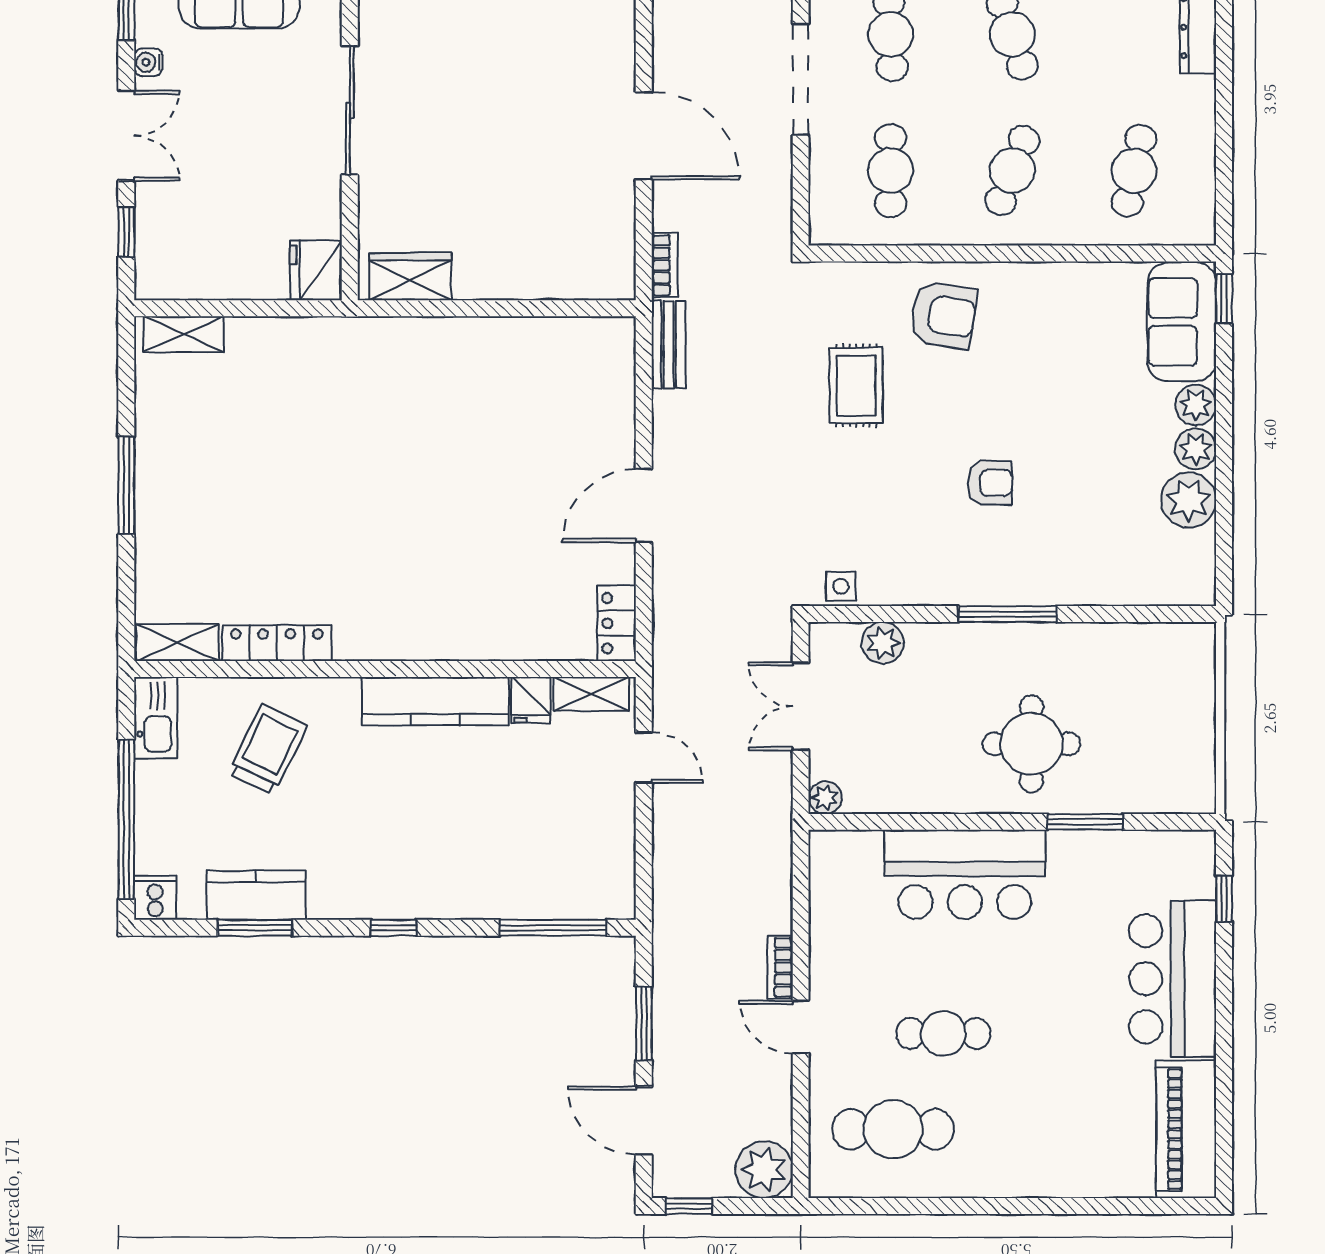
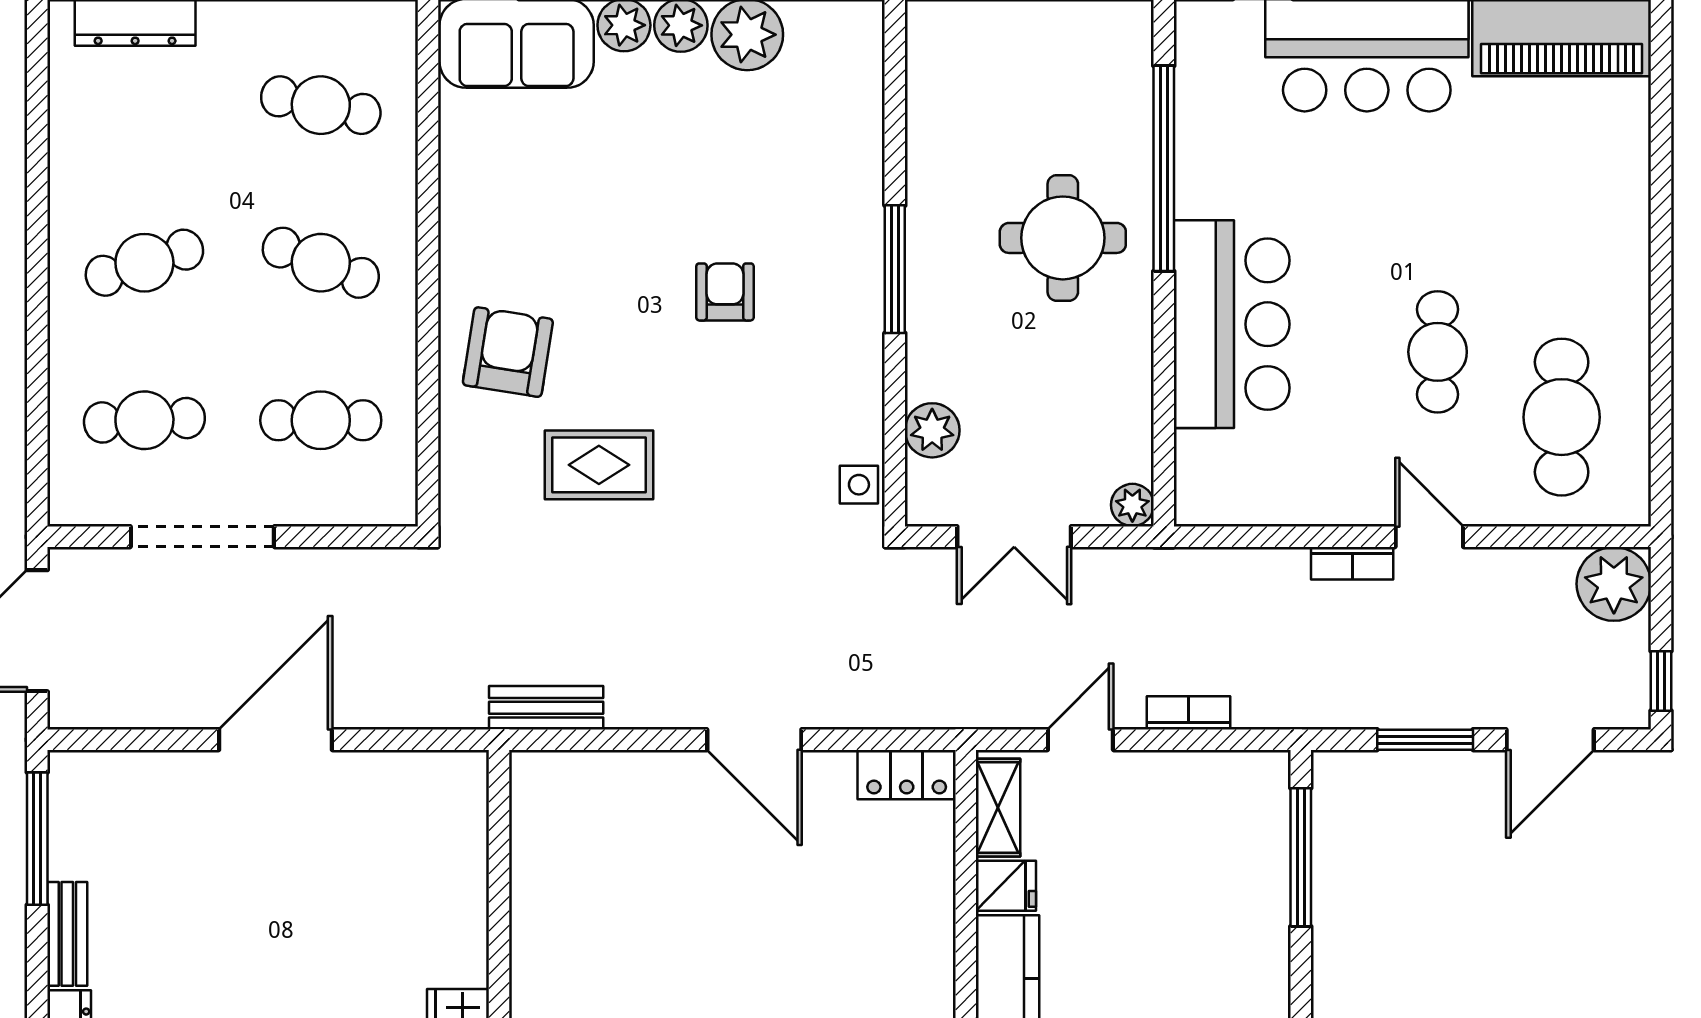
bookcase: (665, 265) -> (1189, 713), moved
window: (1085, 822) -> (1164, 168), width x2.11
door: (801, 1027) -> (1429, 537), swing flipped

